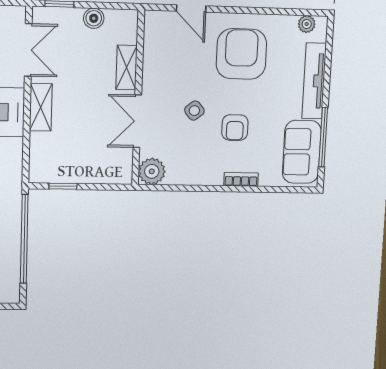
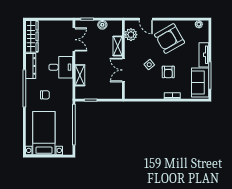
armchair: (241, 54) -> (170, 39), turned -120
tv unit: (314, 81) -> (204, 55), width x0.71
shelving: (41, 107) -> (80, 75), moved
plant: (152, 171) -> (131, 35), moved

